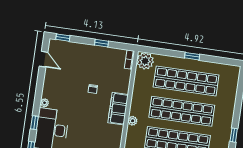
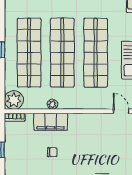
filing cabinet: (118, 109) -> (51, 122), moved
plant: (133, 121) -> (52, 104), moved

